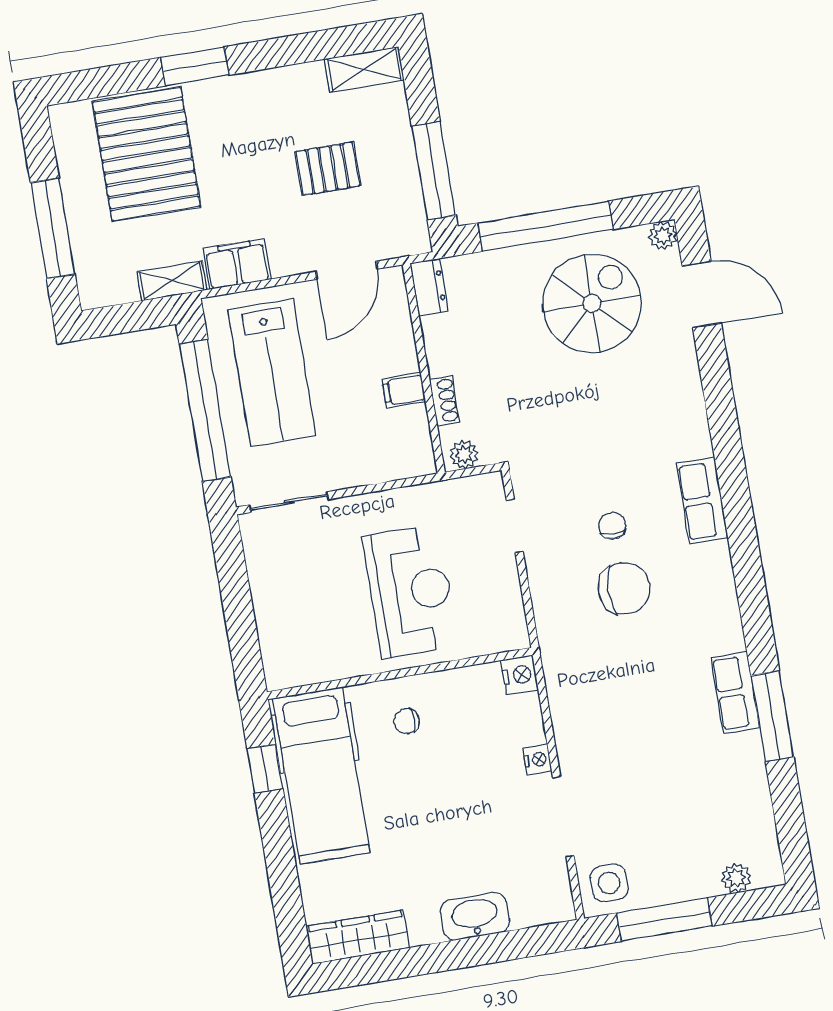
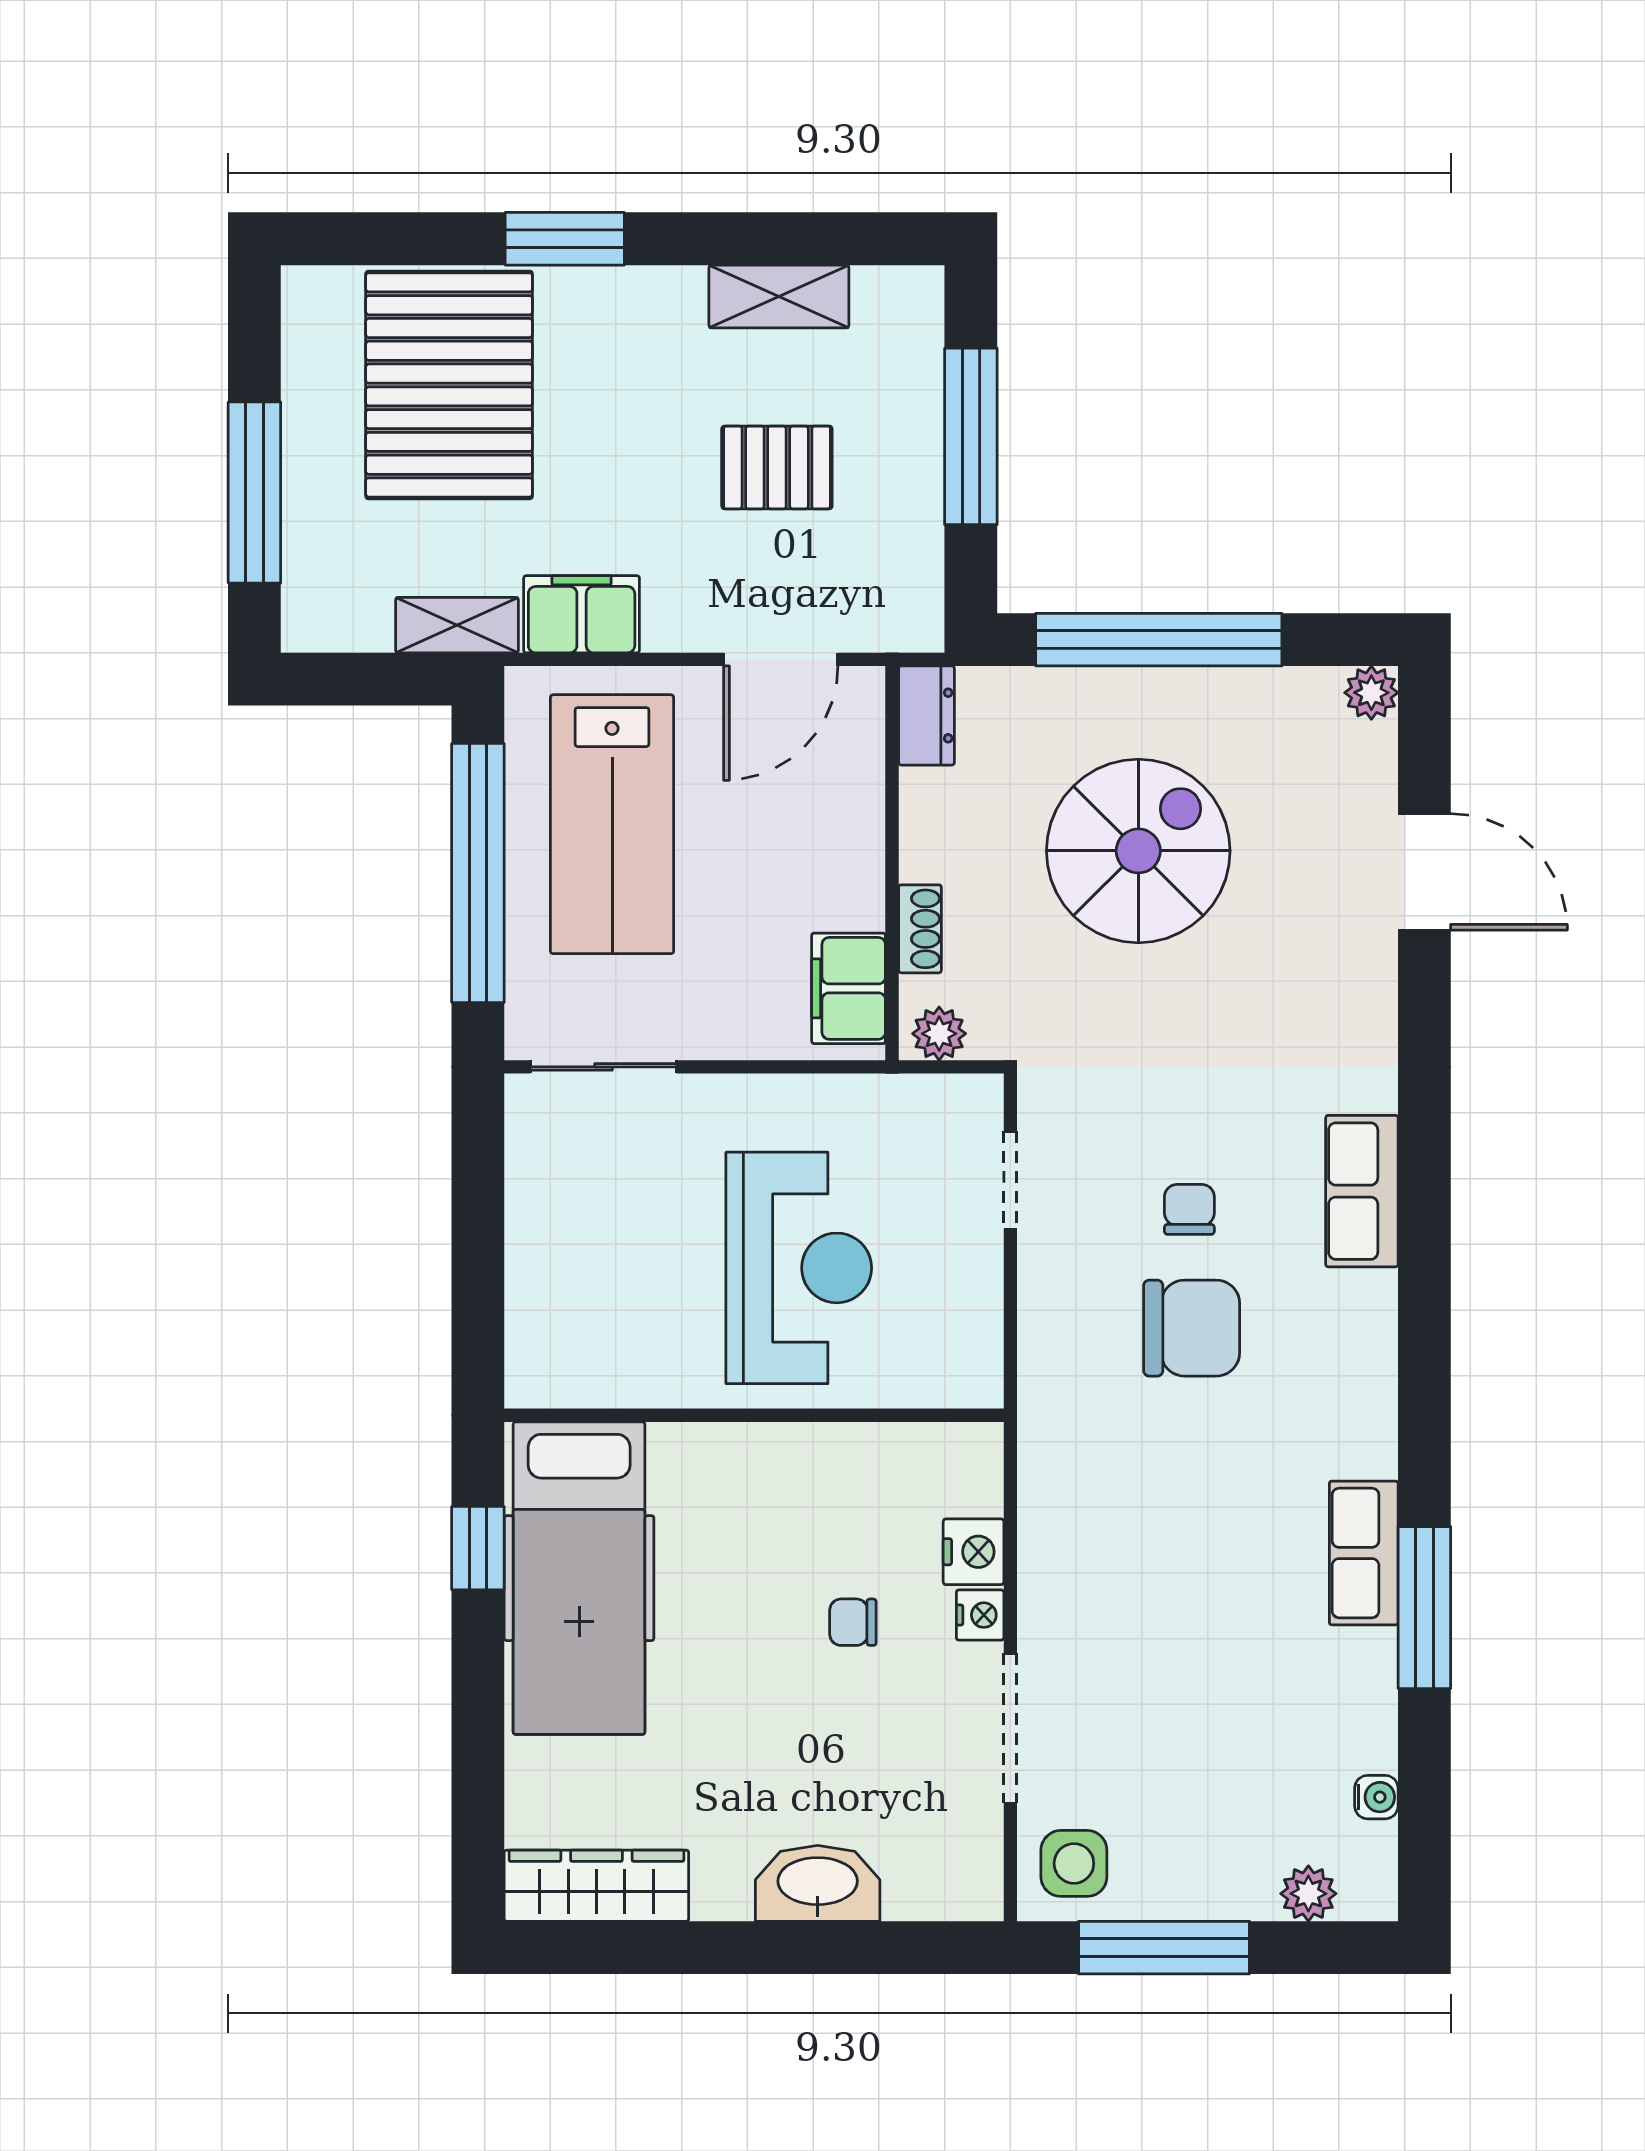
shelving: (364, 69) -> (779, 296), moved
window: (434, 171) -> (971, 436), moved
door: (702, 294) -> (1424, 872), moved
spiral stairs: (592, 303) -> (1138, 851), moved
filing cabinet: (404, 390) -> (849, 988), moved, width x2.00
nightstand: (520, 675) -> (973, 1552), moved
chair: (407, 721) -> (853, 1622), moved
water cooler: (764, 821) -> (1376, 1797), added

